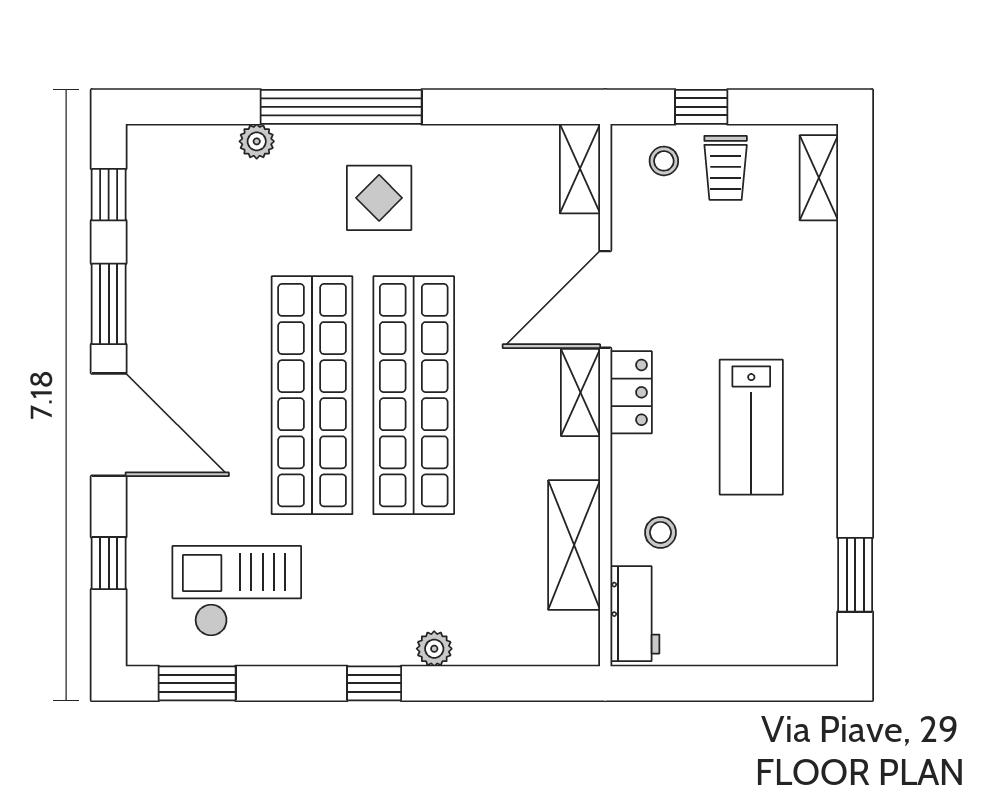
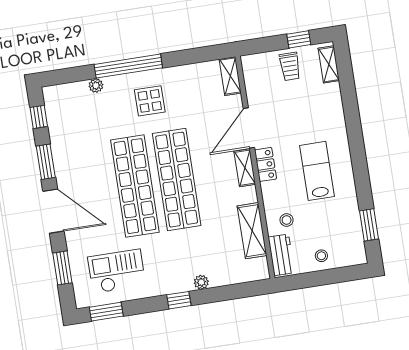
window: (701, 107) -> (299, 39), moved
stool: (664, 161) -> (321, 256), moved
lab bench: (751, 427) -> (317, 171), turned 180
window: (109, 563) -> (62, 268), width x1.50

